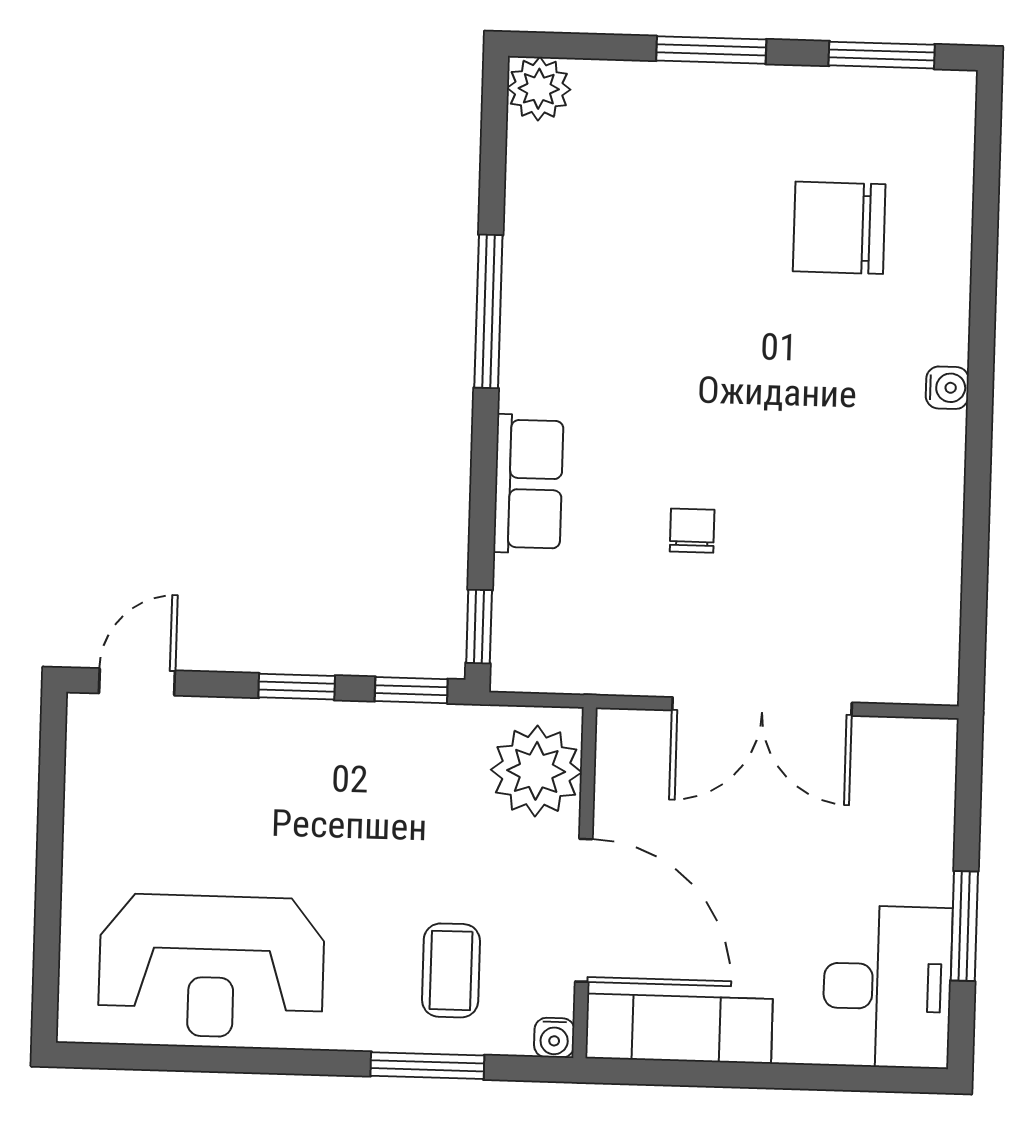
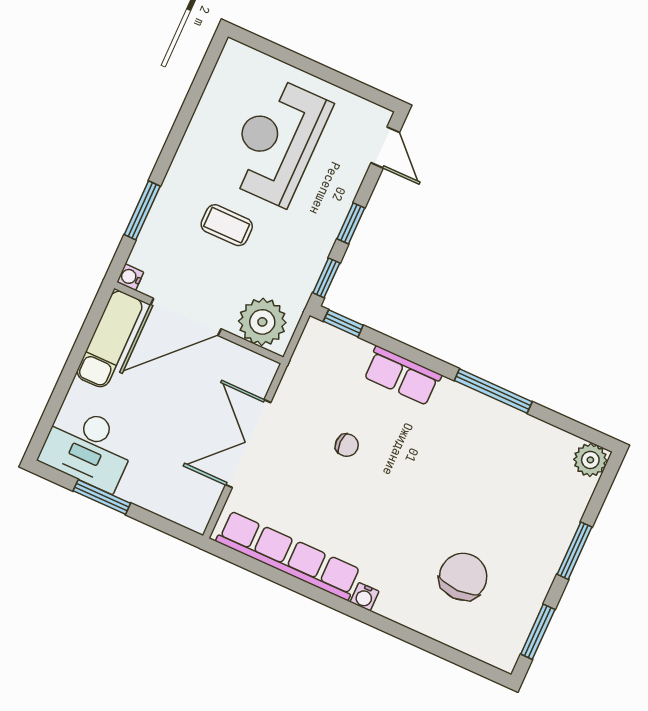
row of seats: (930, 552) -> (289, 556), added
reception desk: (211, 966) -> (277, 141), moved
coffee table: (451, 970) -> (227, 225), moved

